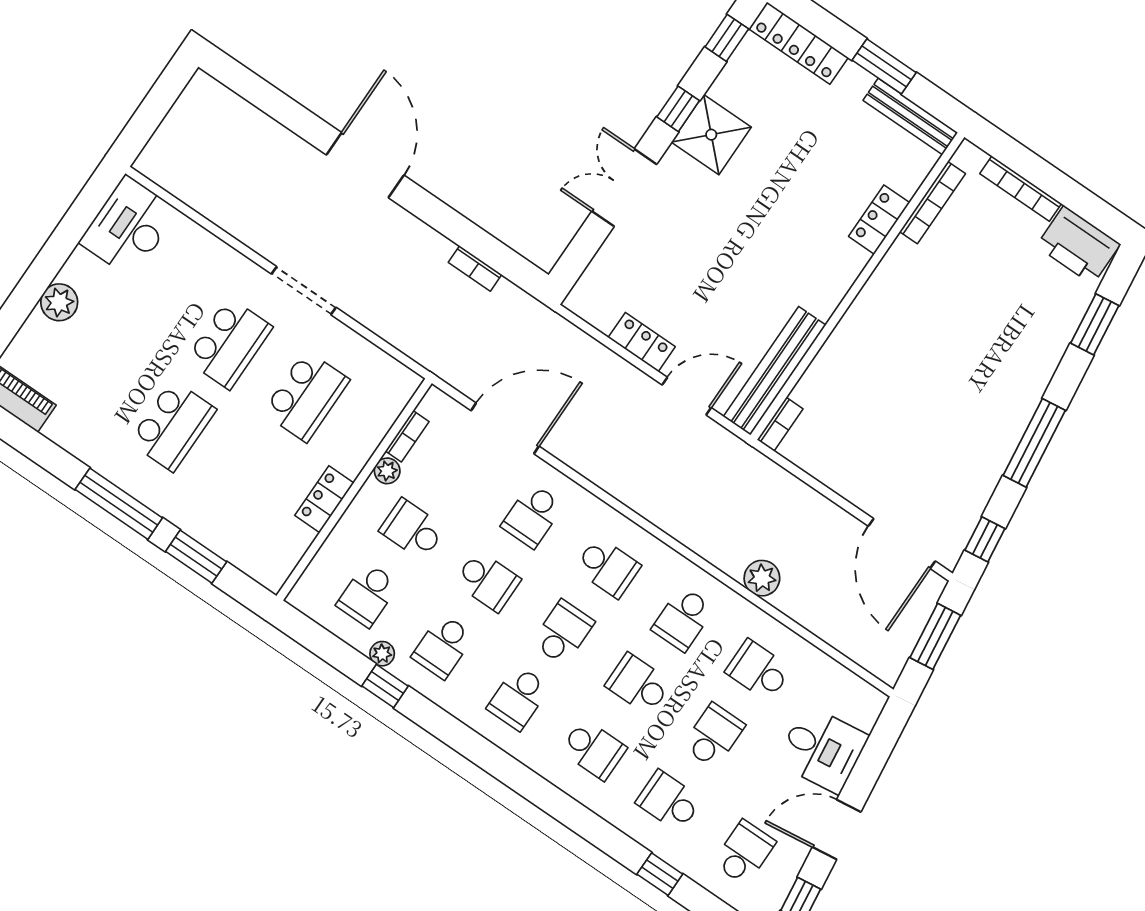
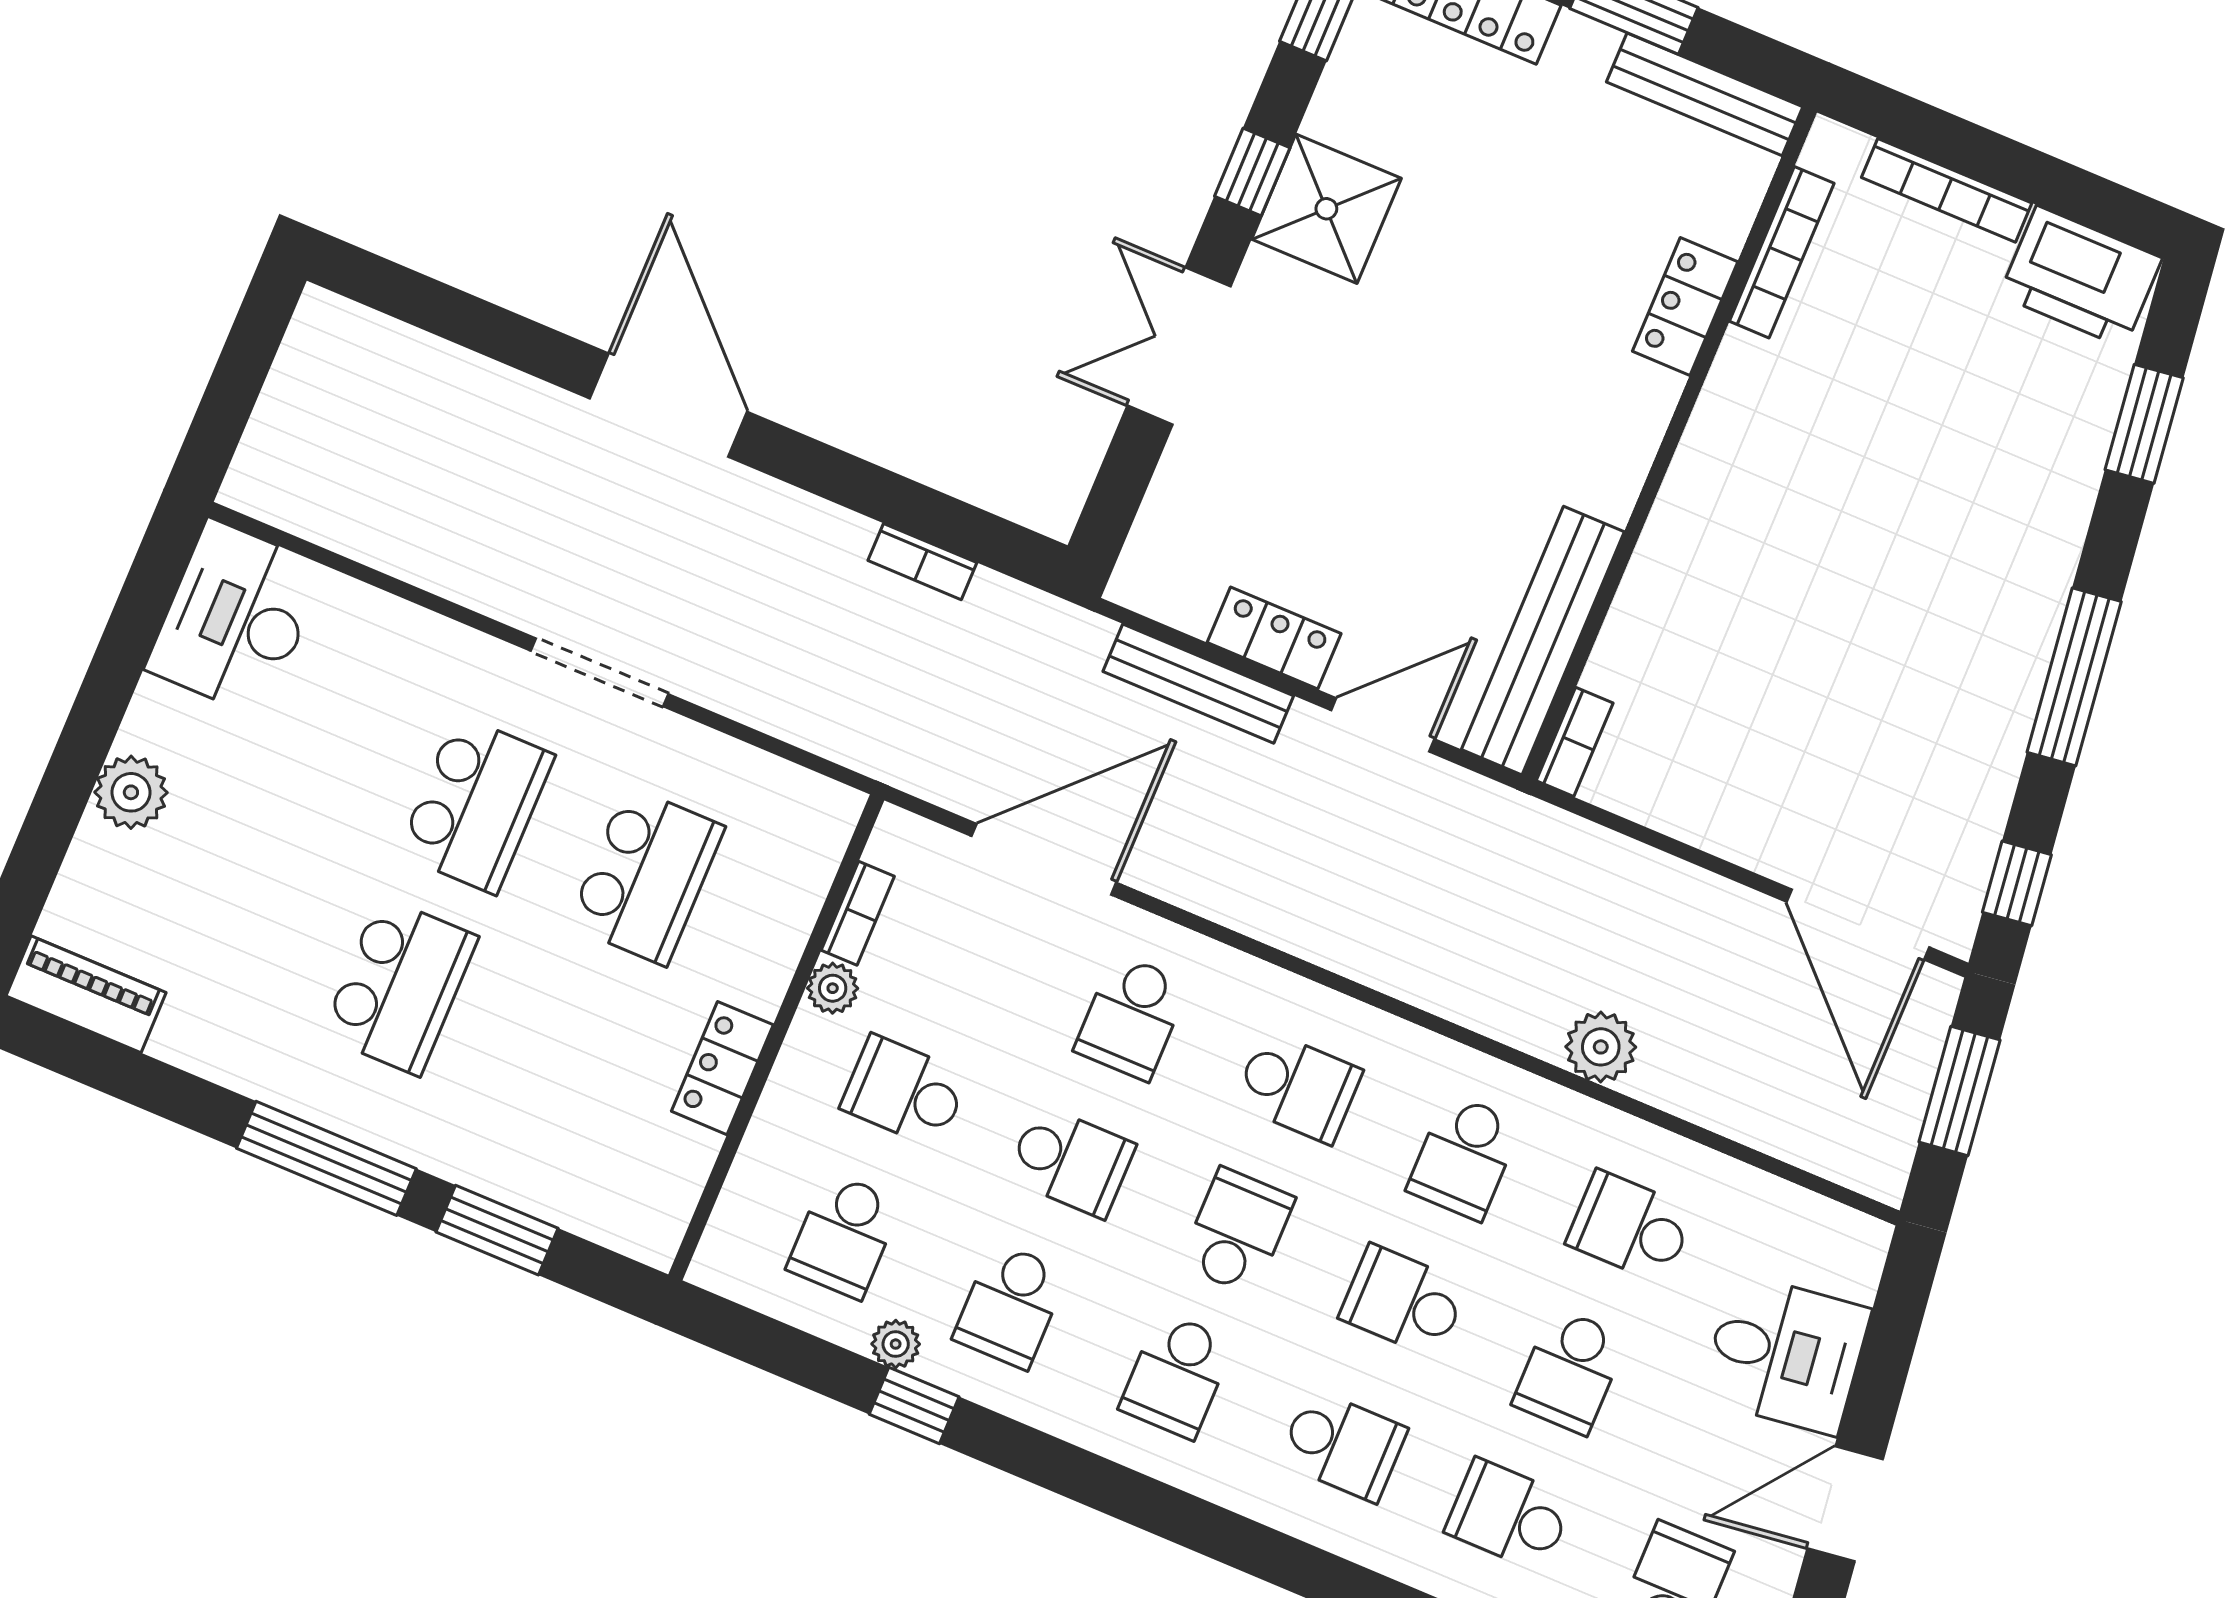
bench: (599, 357) -> (1198, 684), added
school desk: (714, 736) -> (1570, 1371), turned 180

